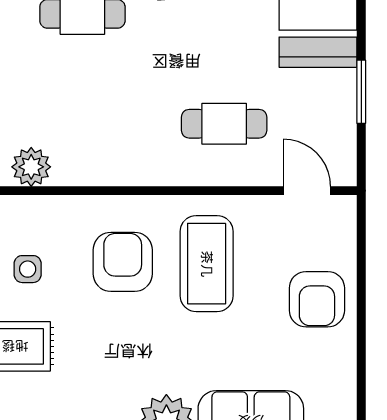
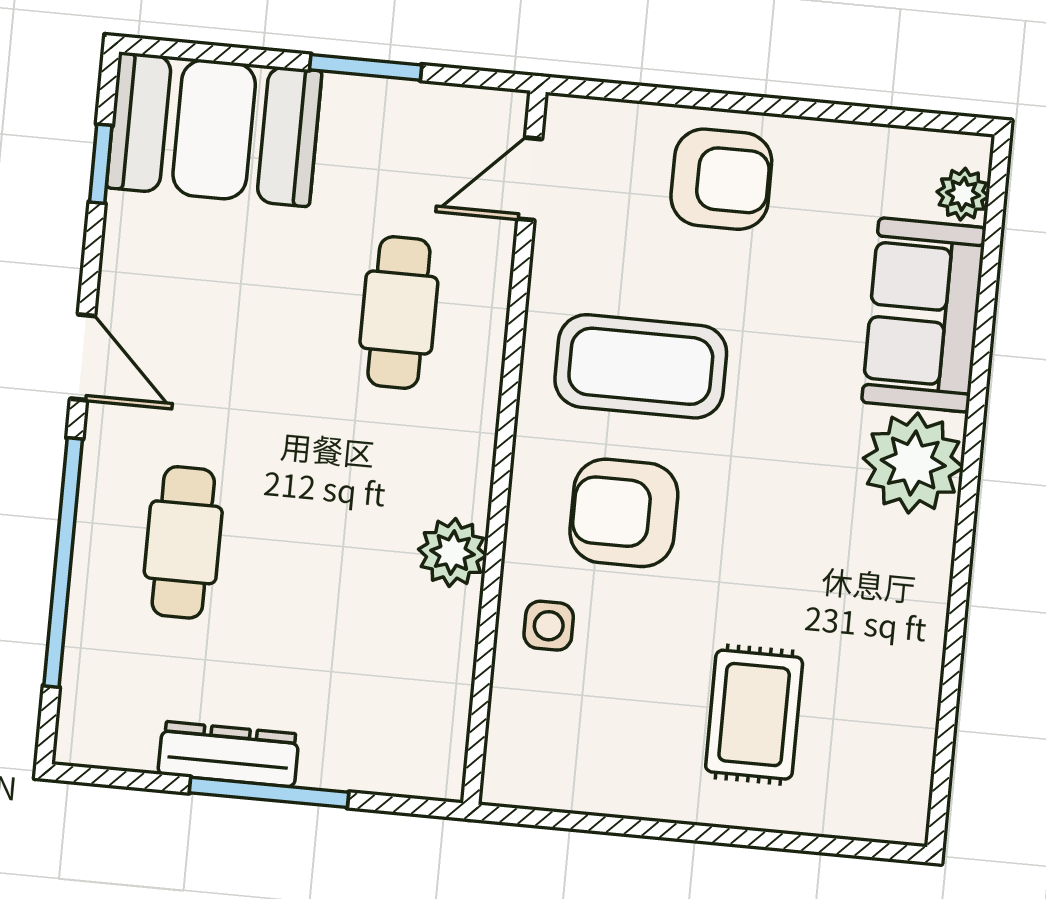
plant: (31, 167) -> (452, 552), moved
side table: (28, 269) -> (549, 626), moved

